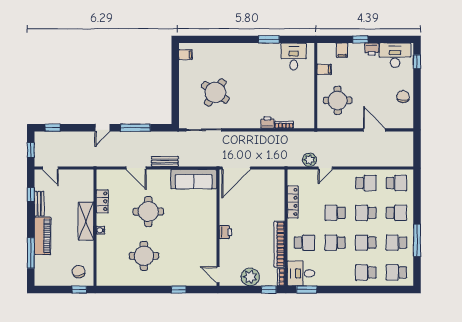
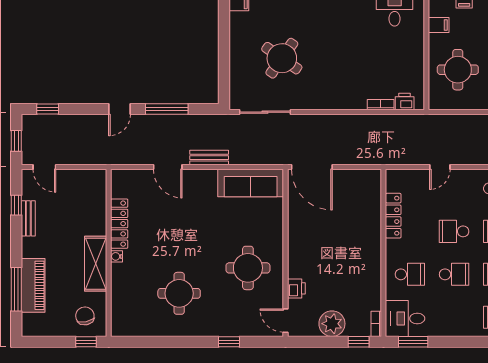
printer: (267, 123) -> (405, 102), moved
plant: (309, 160) -> (417, 155), removed
door: (236, 168) -> (312, 167), hinge flipped
locker: (102, 201) -> (119, 224), width x1.53
round table: (148, 212) -> (248, 268), moved
shelving: (86, 221) -> (96, 264), moved
printer: (225, 232) -> (296, 288), moved
piano: (43, 236) -> (33, 285), moved
school desk: (335, 243) -> (454, 274), turned 180
bookcase: (279, 244) -> (374, 277), removed

